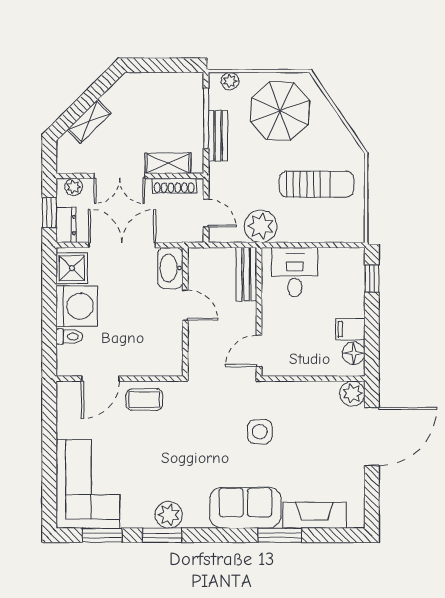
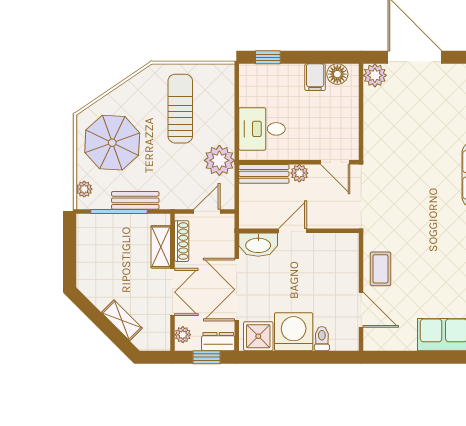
plant: (247, 312) -> (299, 173), added
side table: (260, 432) -> (410, 161), removed

